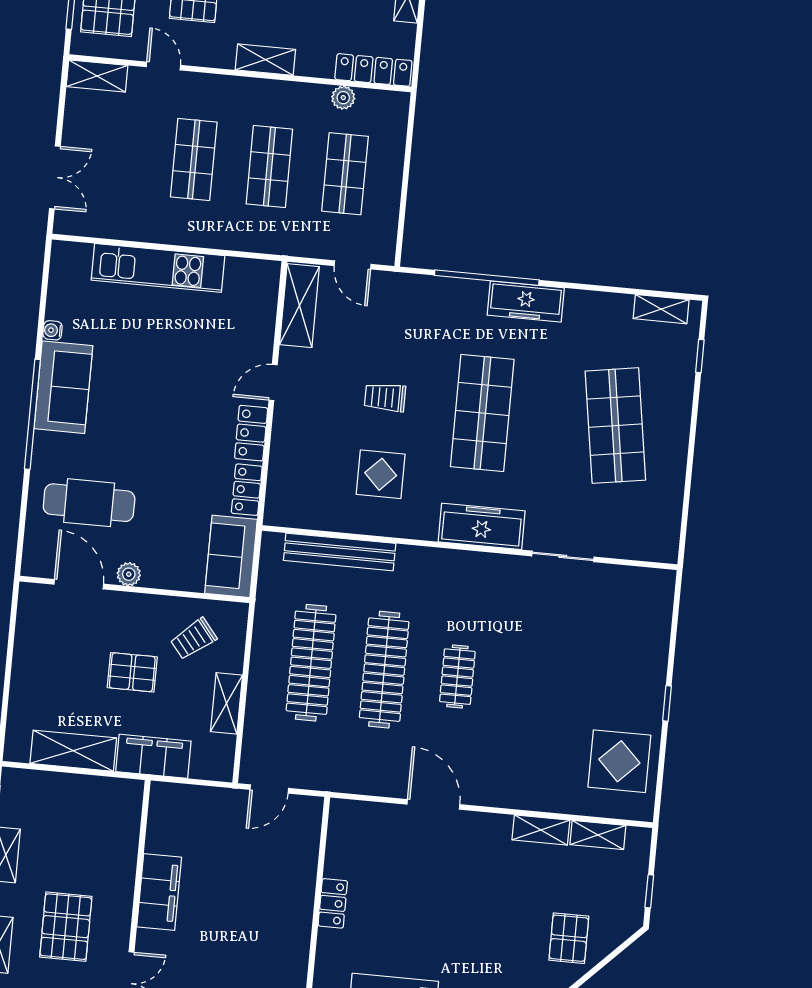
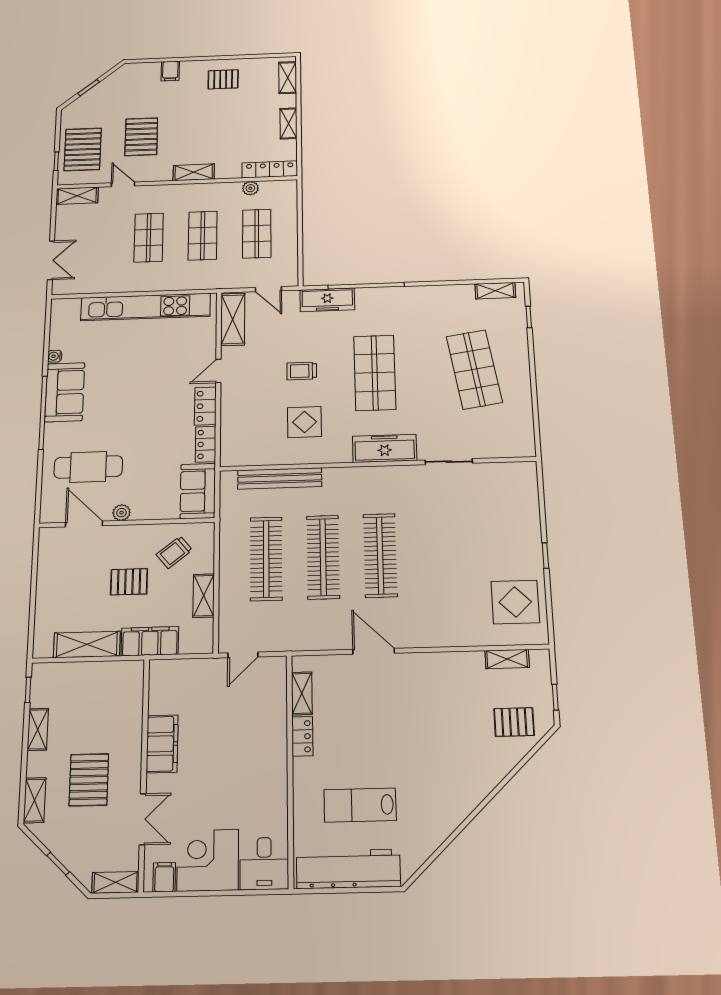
kitchen unit: (158, 268) -> (146, 307), width x1.36
freezer: (526, 302) -> (327, 300), moved
clothes rail: (457, 677) -> (380, 555), width x1.86, depth x1.31
shelving: (541, 830) -> (302, 693), moved, turned 90
pallet: (569, 938) -> (514, 722), moved, turned 90

